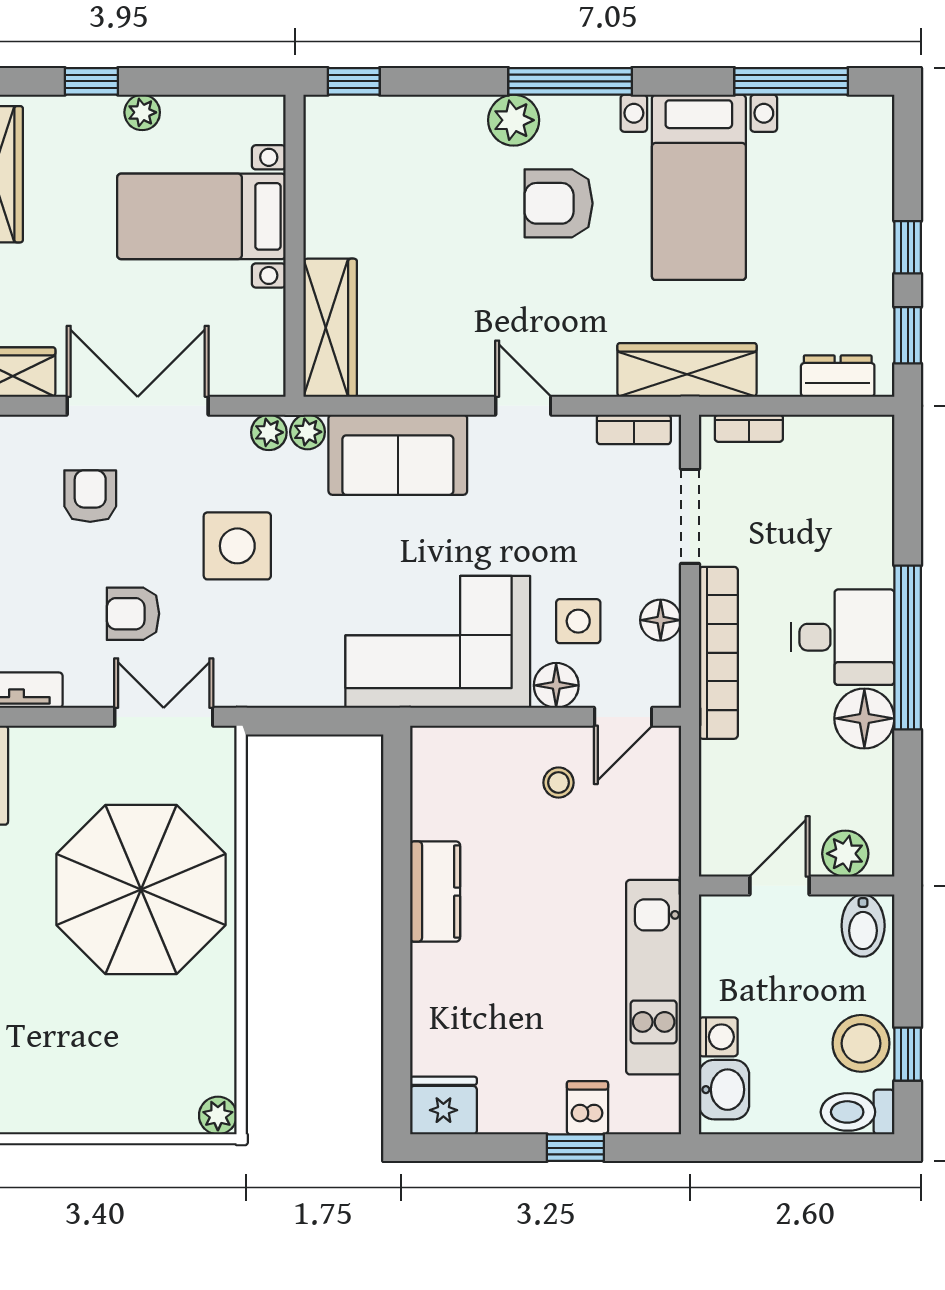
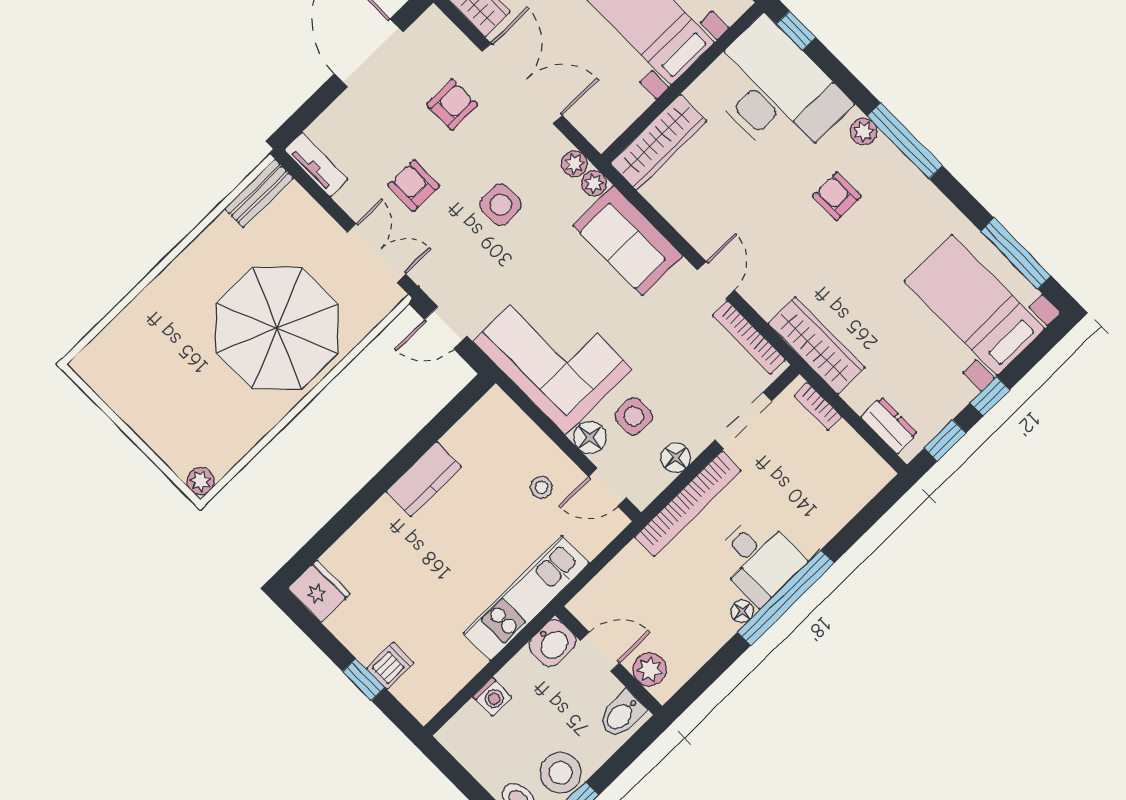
plant: (514, 120) -> (864, 132), width x0.73, depth x0.73
desk: (394, 163) -> (775, 92), added
bed with nightstands: (699, 187) -> (974, 305), moved, turned 90
armchair: (559, 203) -> (837, 196), width x0.72, depth x0.72
bookcase: (634, 429) -> (749, 338), width x1.56
side table: (237, 546) -> (501, 205), width x0.73, depth x0.73
floor lamp: (864, 718) -> (742, 611), width x0.53, depth x0.53
door: (306, 721) -> (446, 328), added
kitchen unit: (654, 977) -> (526, 598), moved
washbasin: (724, 1090) -> (552, 643), moved

